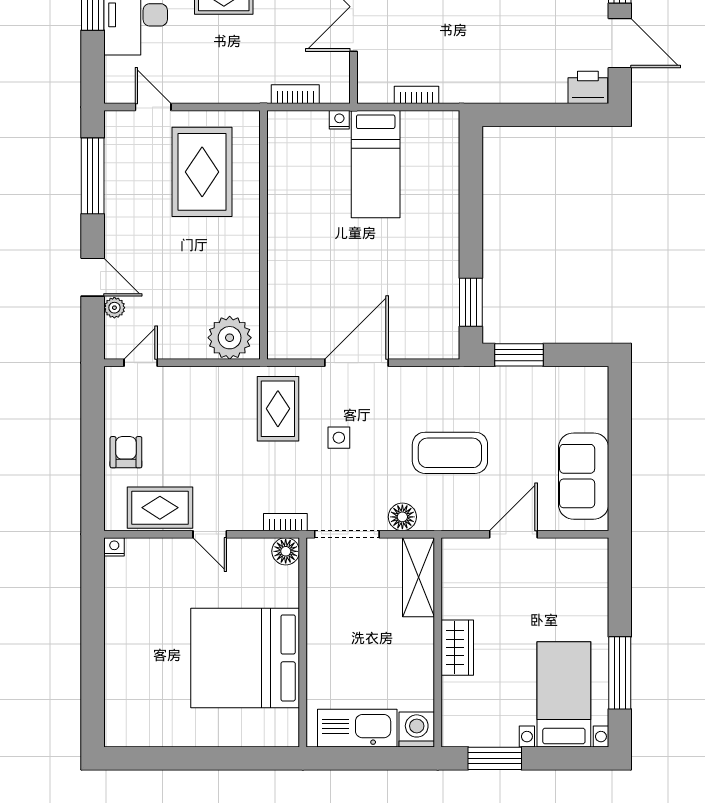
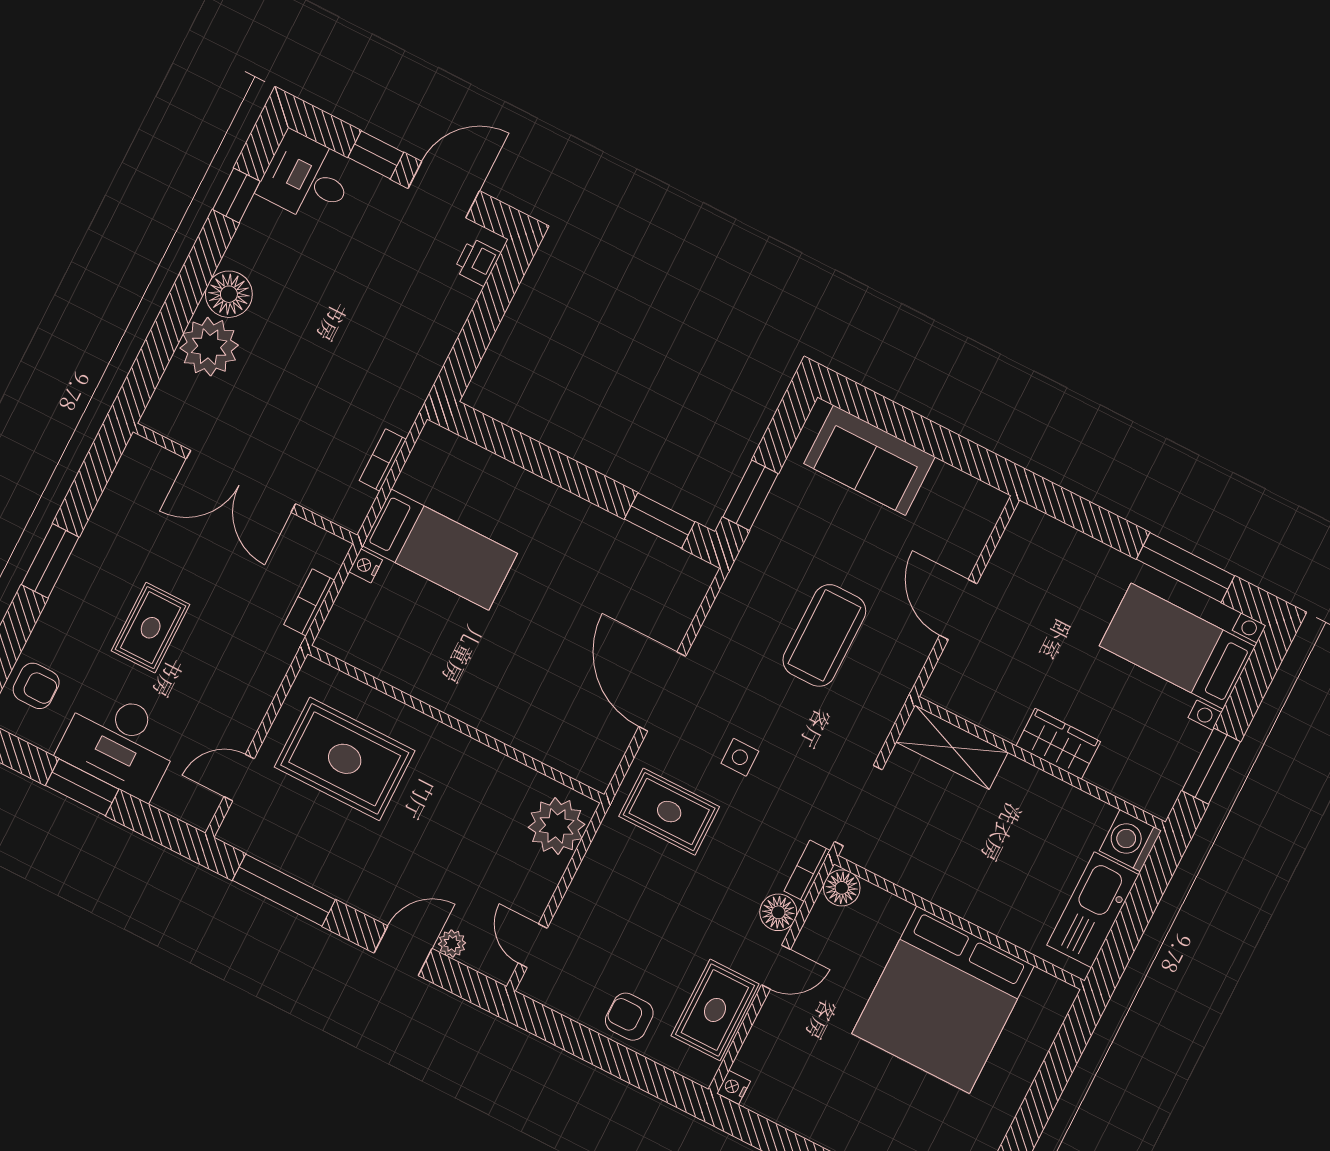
printer: (588, 87) -> (477, 262), width x0.73, depth x0.81
sofa: (584, 476) -> (869, 460), moved
floor lamp: (402, 517) -> (778, 912), moved

